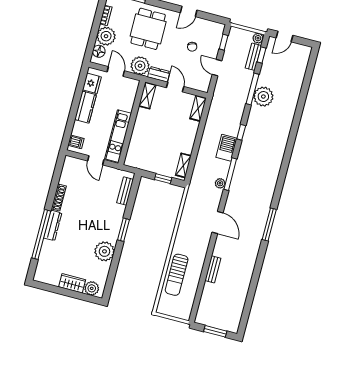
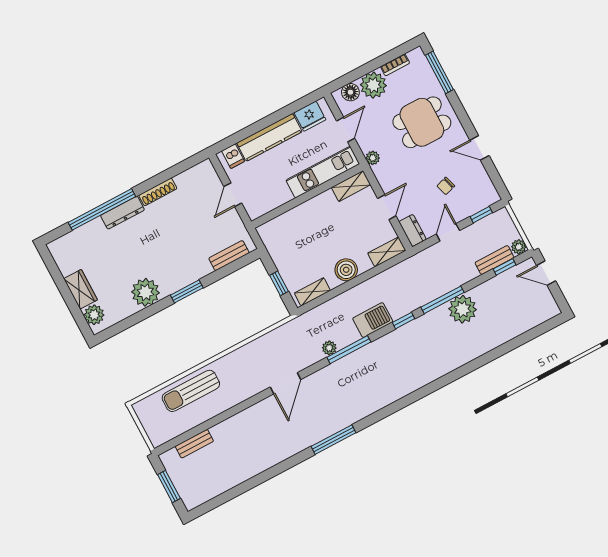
plant: (140, 66) -> (373, 158), width x0.53, depth x0.53
dresser: (159, 74) -> (413, 231), moved
window: (253, 89) -> (442, 300), moved
kitchen counter: (85, 107) -> (269, 137), width x1.50
kitchen unit: (118, 136) -> (323, 172), moved
boiler: (188, 138) -> (346, 270), added
bench: (213, 269) -> (194, 444), moved

